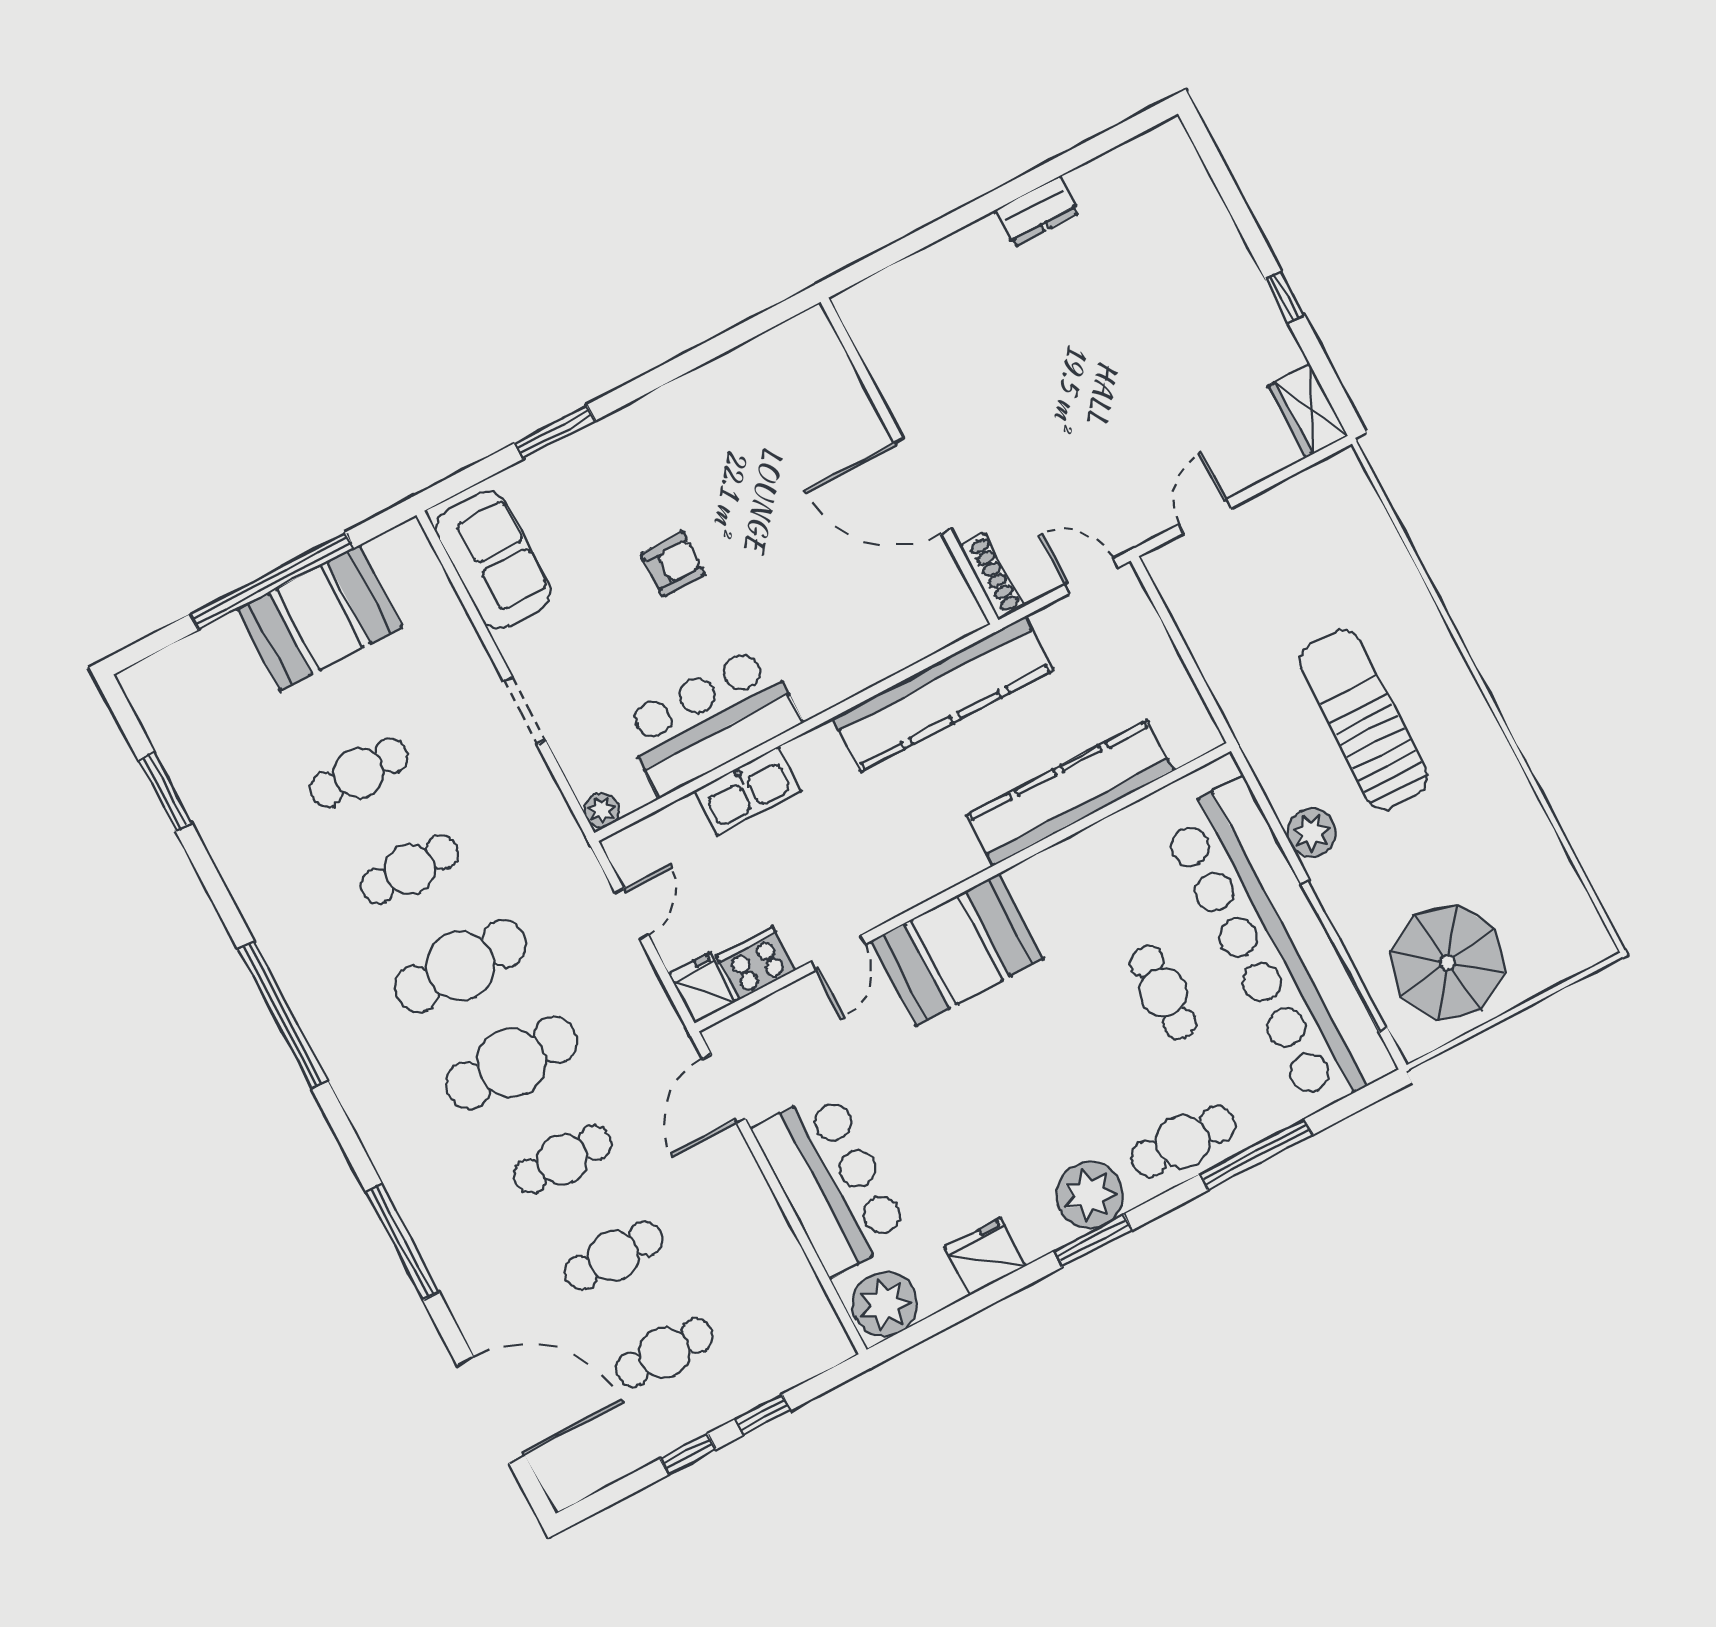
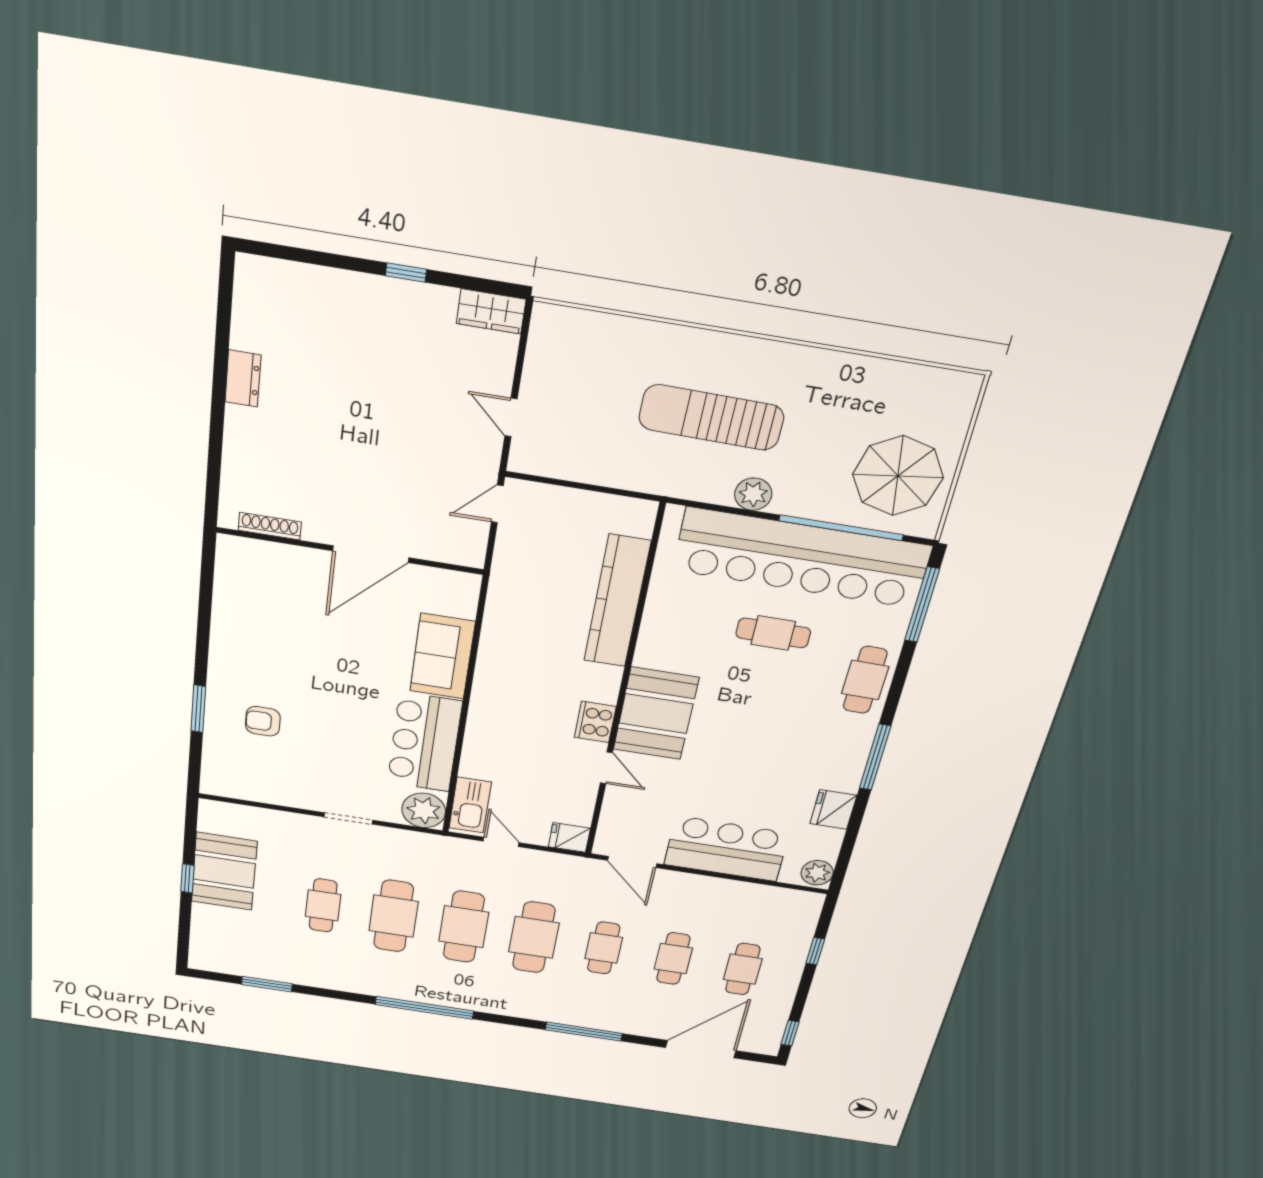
sofa: (493, 560) -> (442, 656), moved, turned -90
armchair: (673, 564) -> (263, 721), moved, turned -90
shoe rack: (991, 577) -> (270, 526), moved
window: (272, 581) -> (187, 878), width x0.32
kitchen counter: (943, 694) -> (504, 625), removed
kitchen sink: (747, 791) -> (470, 805), moved
plant: (601, 810) -> (424, 810), width x1.88, depth x1.88
cafe table: (410, 869) -> (394, 916), width x1.37, depth x1.35
cooker: (756, 963) -> (595, 722), moved
window: (1256, 1155) -> (922, 605), moved
plant: (1090, 1195) -> (849, 742), removed
window: (1093, 1241) -> (875, 757), width x1.44
plant: (885, 1304) -> (817, 873), width x0.73, depth x0.73
window: (688, 1454) -> (790, 1033), moved

